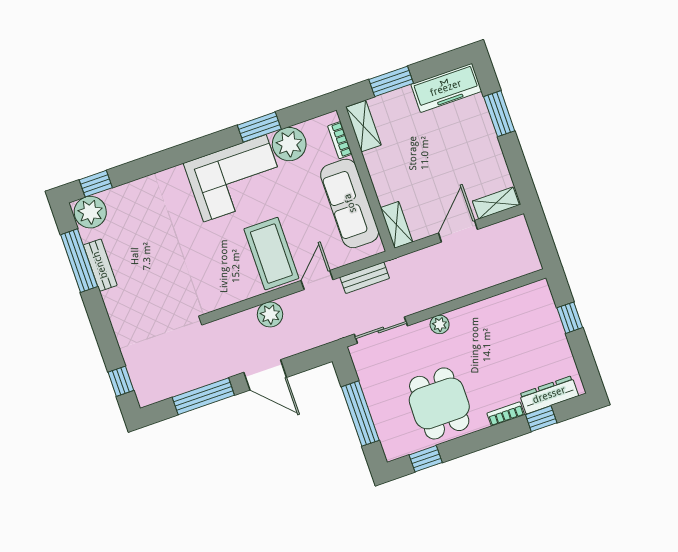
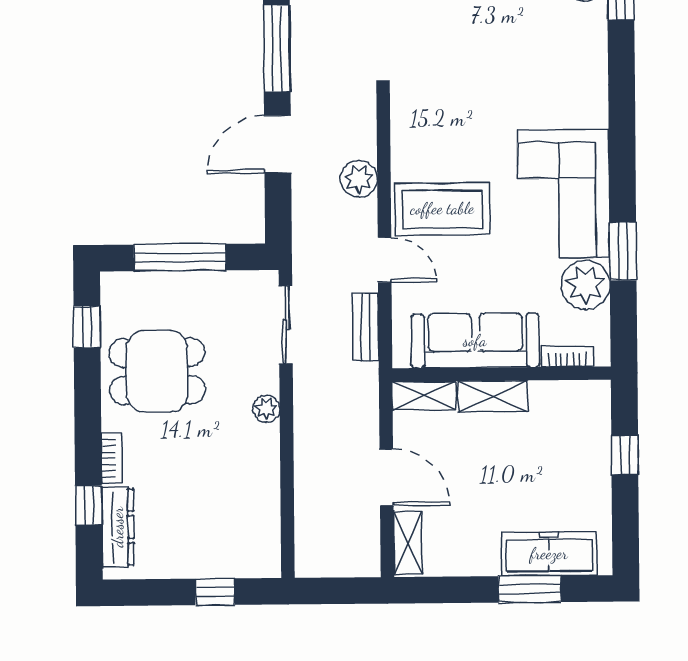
window: (391, 81) -> (625, 455), width x0.67
freezer: (446, 88) -> (549, 554), moved, turned 90
shelving: (363, 126) -> (493, 396), moved

